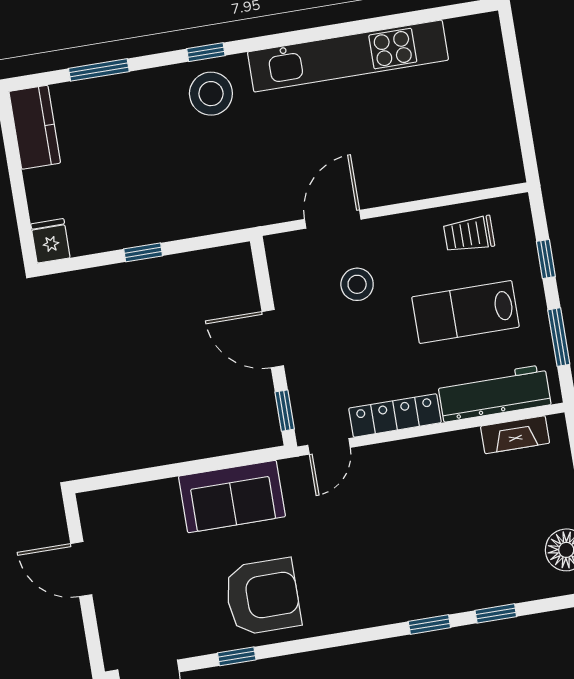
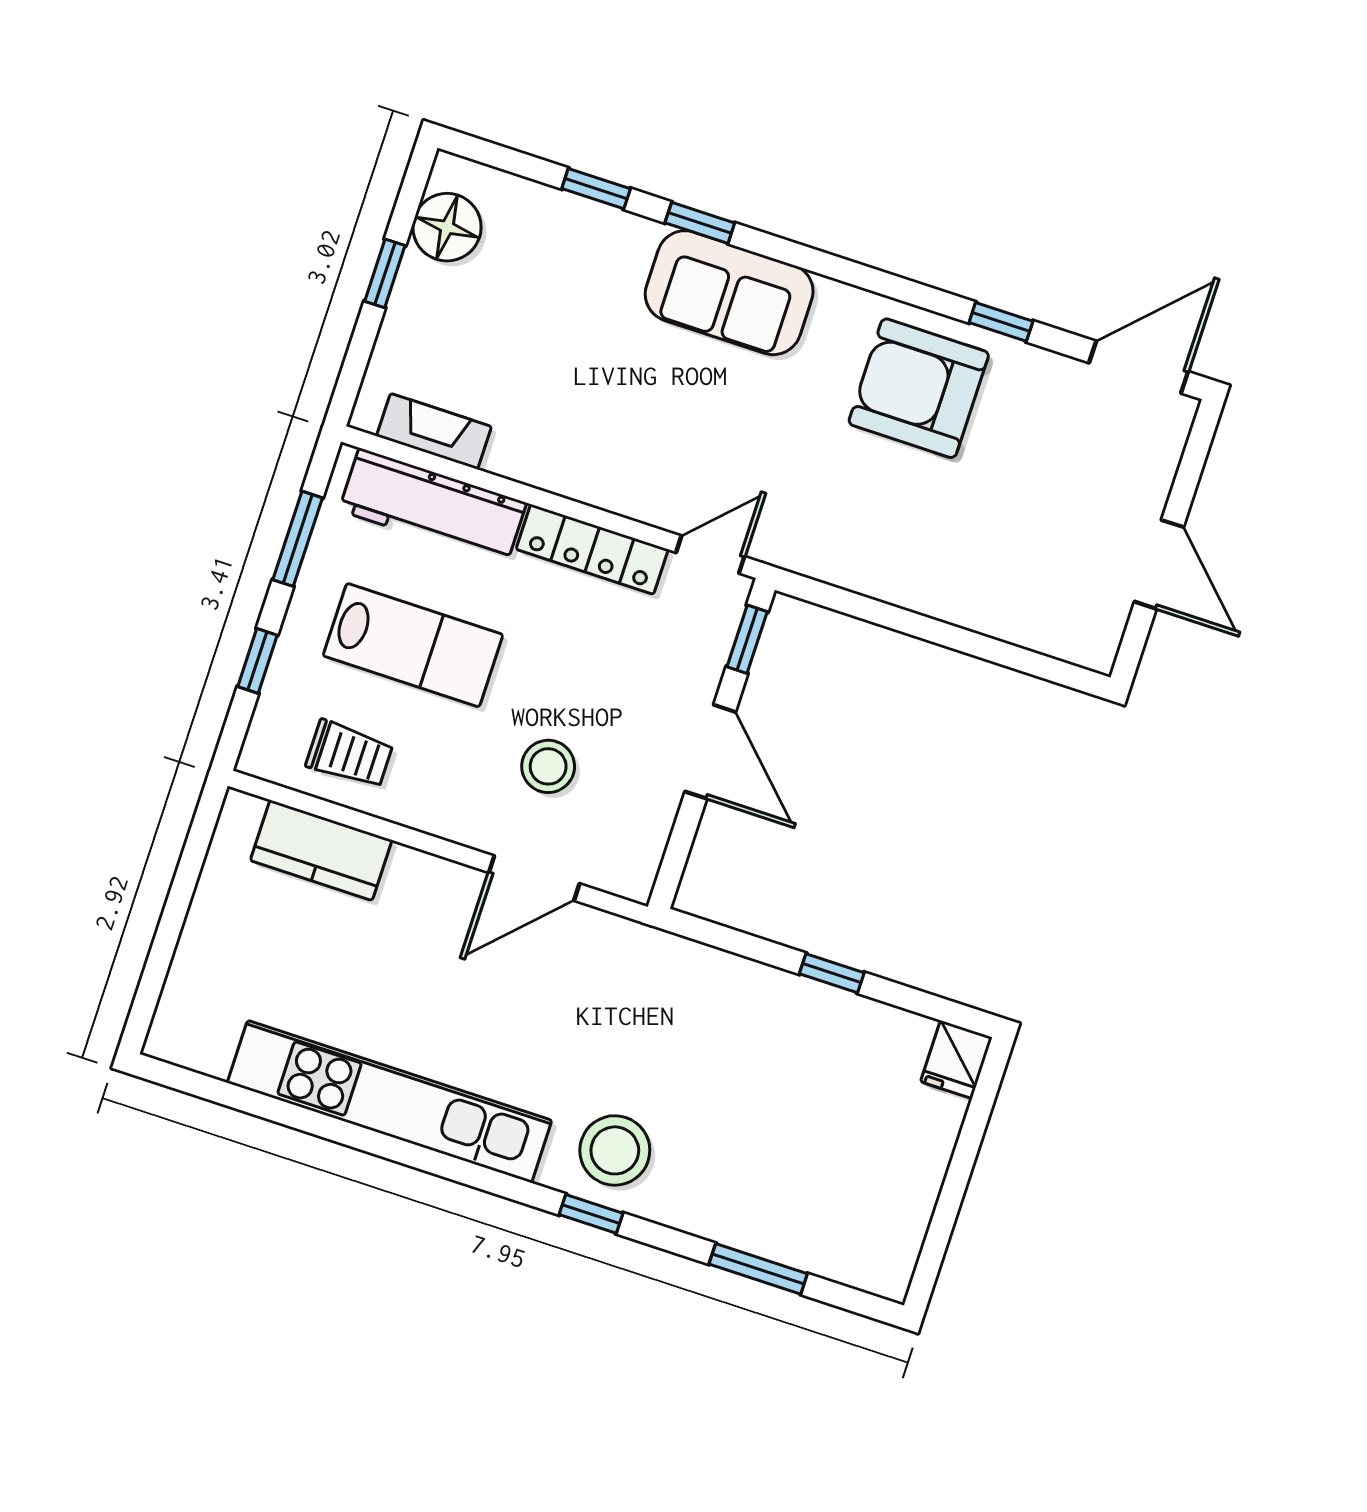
kitchen counter: (35, 127) -> (321, 850), moved, turned -90
sofa: (232, 496) -> (729, 293), moved, turned 180

